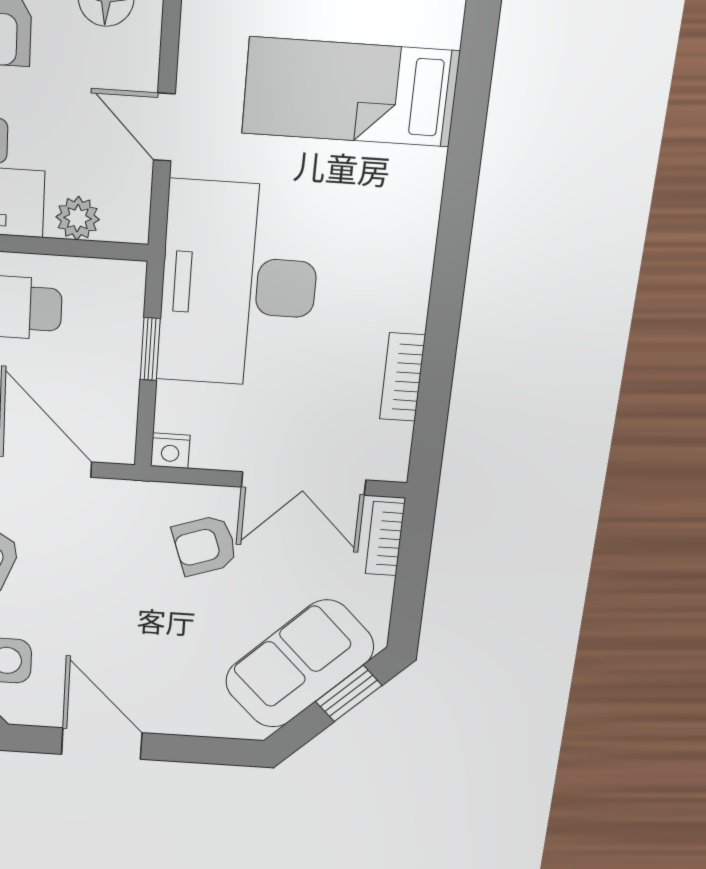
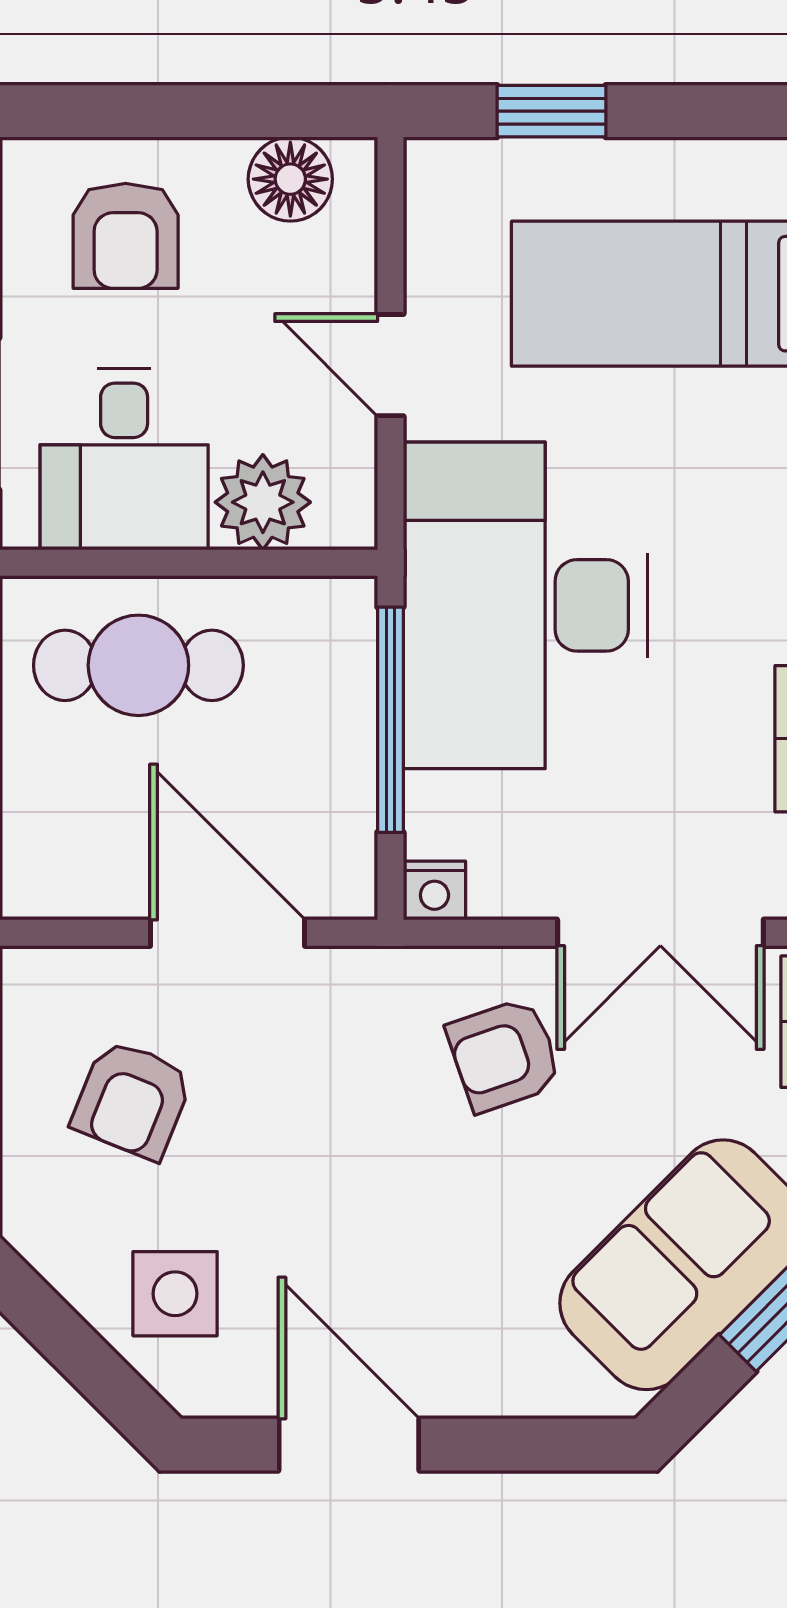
plant: (78, 218) -> (263, 502), width x1.38, depth x1.38
window: (150, 349) -> (390, 720), width x2.17

